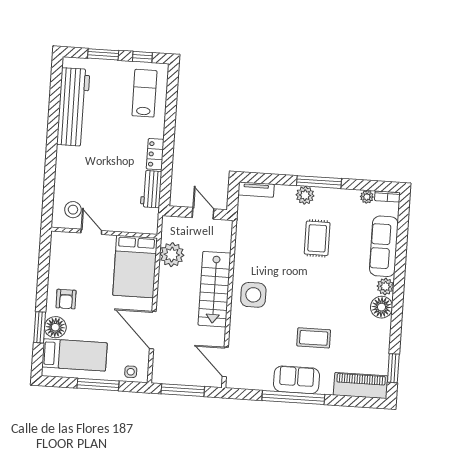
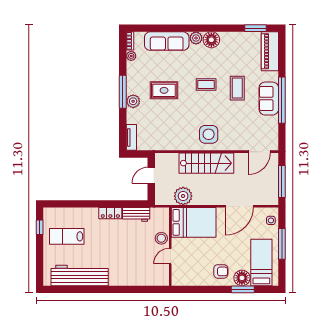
window: (103, 54) -> (40, 256), removed
lab bench: (144, 93) -> (67, 236), moved
stool: (73, 210) -> (161, 238), moved
coffee table: (321, 296) -> (206, 85), added

